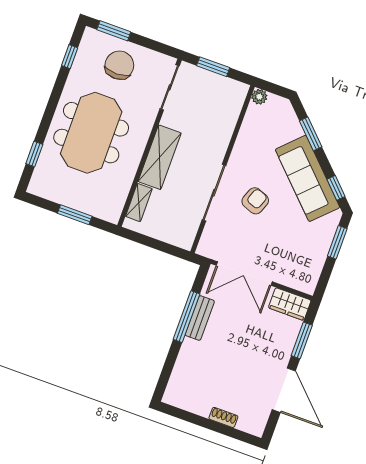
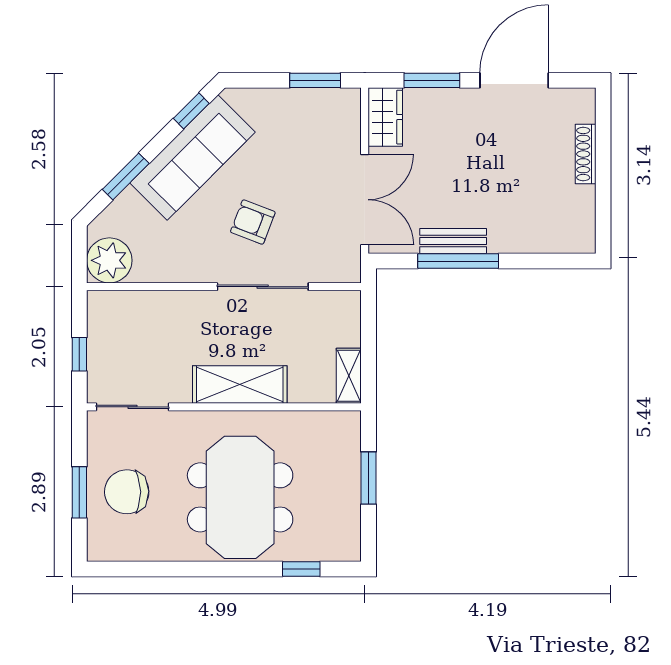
window: (114, 31) -> (79, 492), moved
window: (70, 57) -> (140, 569), removed
window: (213, 67) -> (79, 354), width x0.67
plant: (259, 97) -> (109, 260), width x1.88, depth x1.88
meeting table: (91, 133) -> (240, 497), turned 90
shelving: (139, 203) -> (349, 376), moved, turned 90
window: (337, 242) -> (315, 80), moved
shoe rack: (223, 417) -> (586, 154), width x1.43

